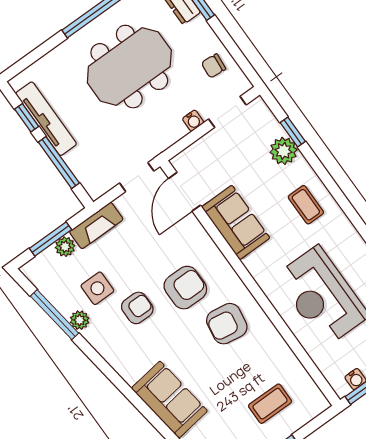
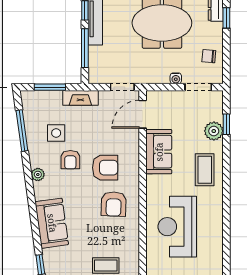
coffee table: (306, 205) -> (205, 170), width x1.36, depth x1.30
plant: (65, 247) -> (55, 97), removed
armchair: (137, 308) -> (70, 160), turned 90
plant: (80, 320) -> (38, 174), moved
armchair: (227, 324) -> (114, 204), turned -97

